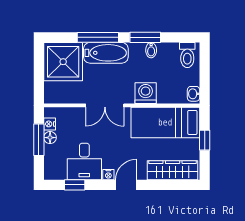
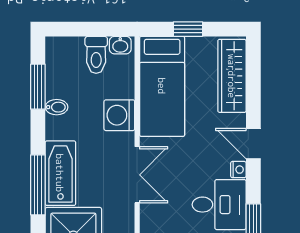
window: (145, 37) -> (38, 87), moved
toilet: (187, 55) -> (96, 55), moved, turned 90

